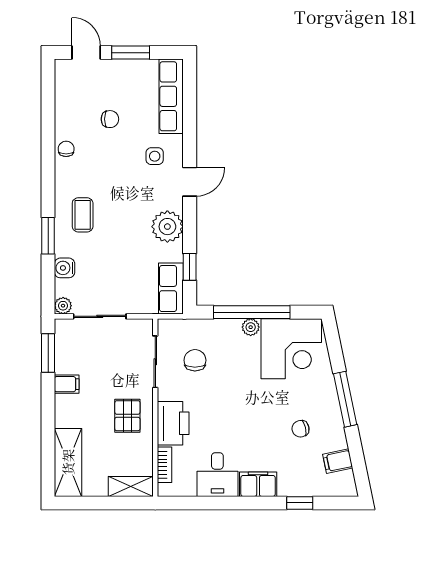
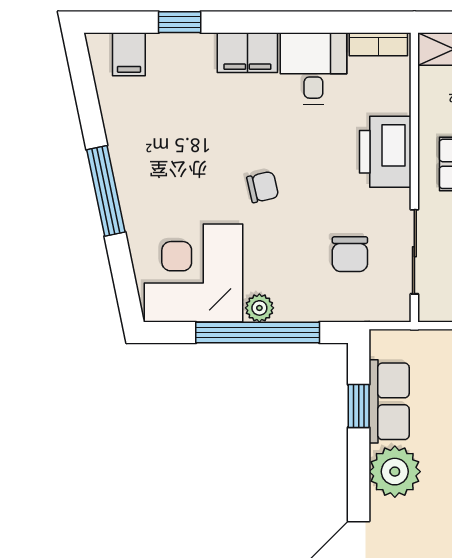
row of seats: (171, 289) -> (389, 401), moved
chair: (301, 429) -> (263, 187), moved
filing cabinet: (338, 461) -> (129, 54), moved, turned 102
bookcase: (165, 465) -> (378, 44), moved, turned -90

